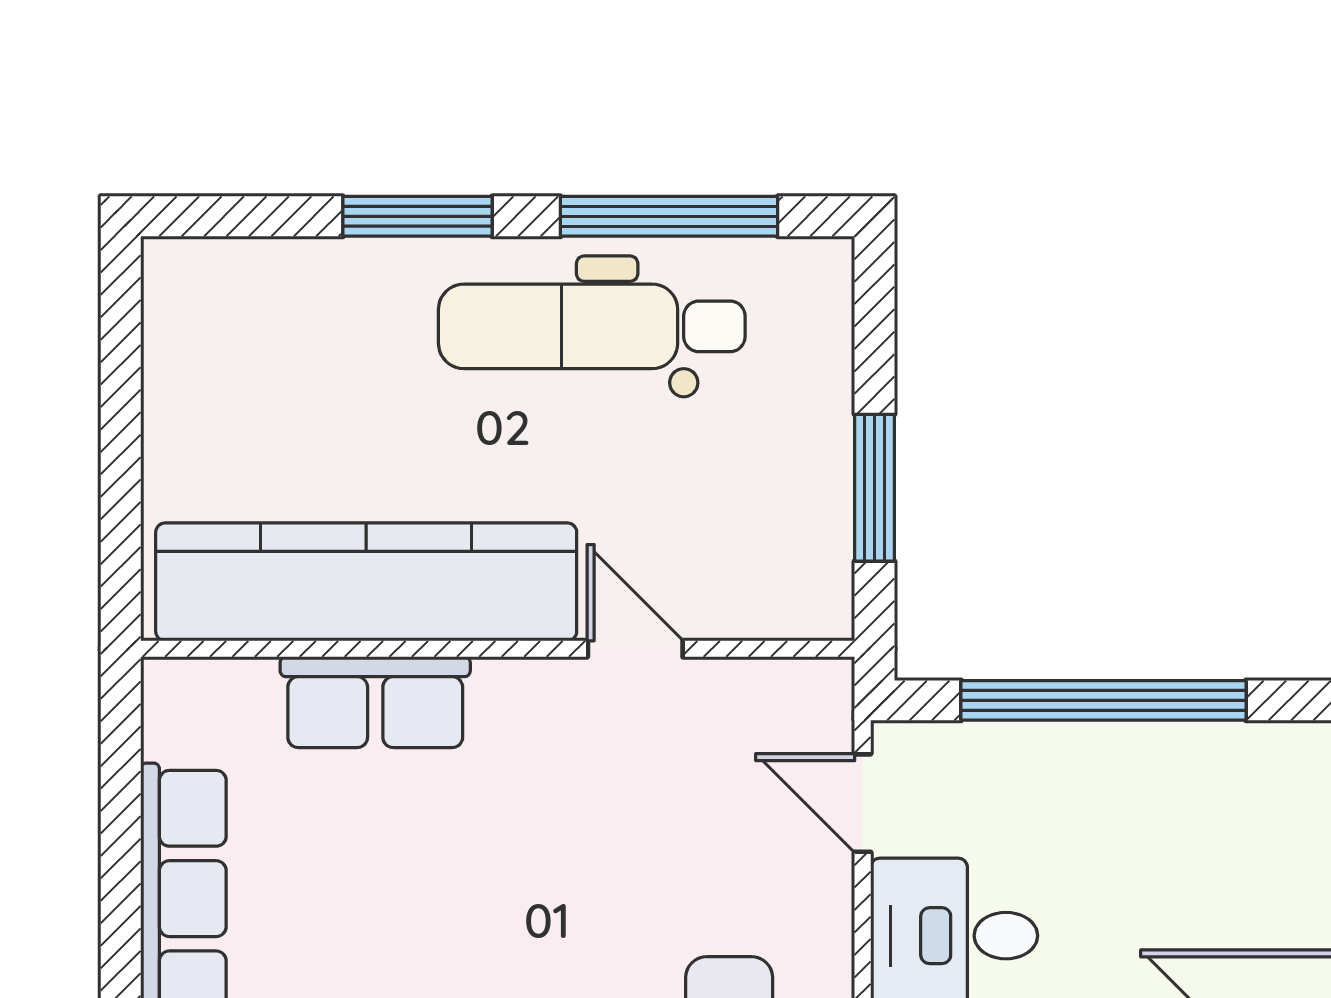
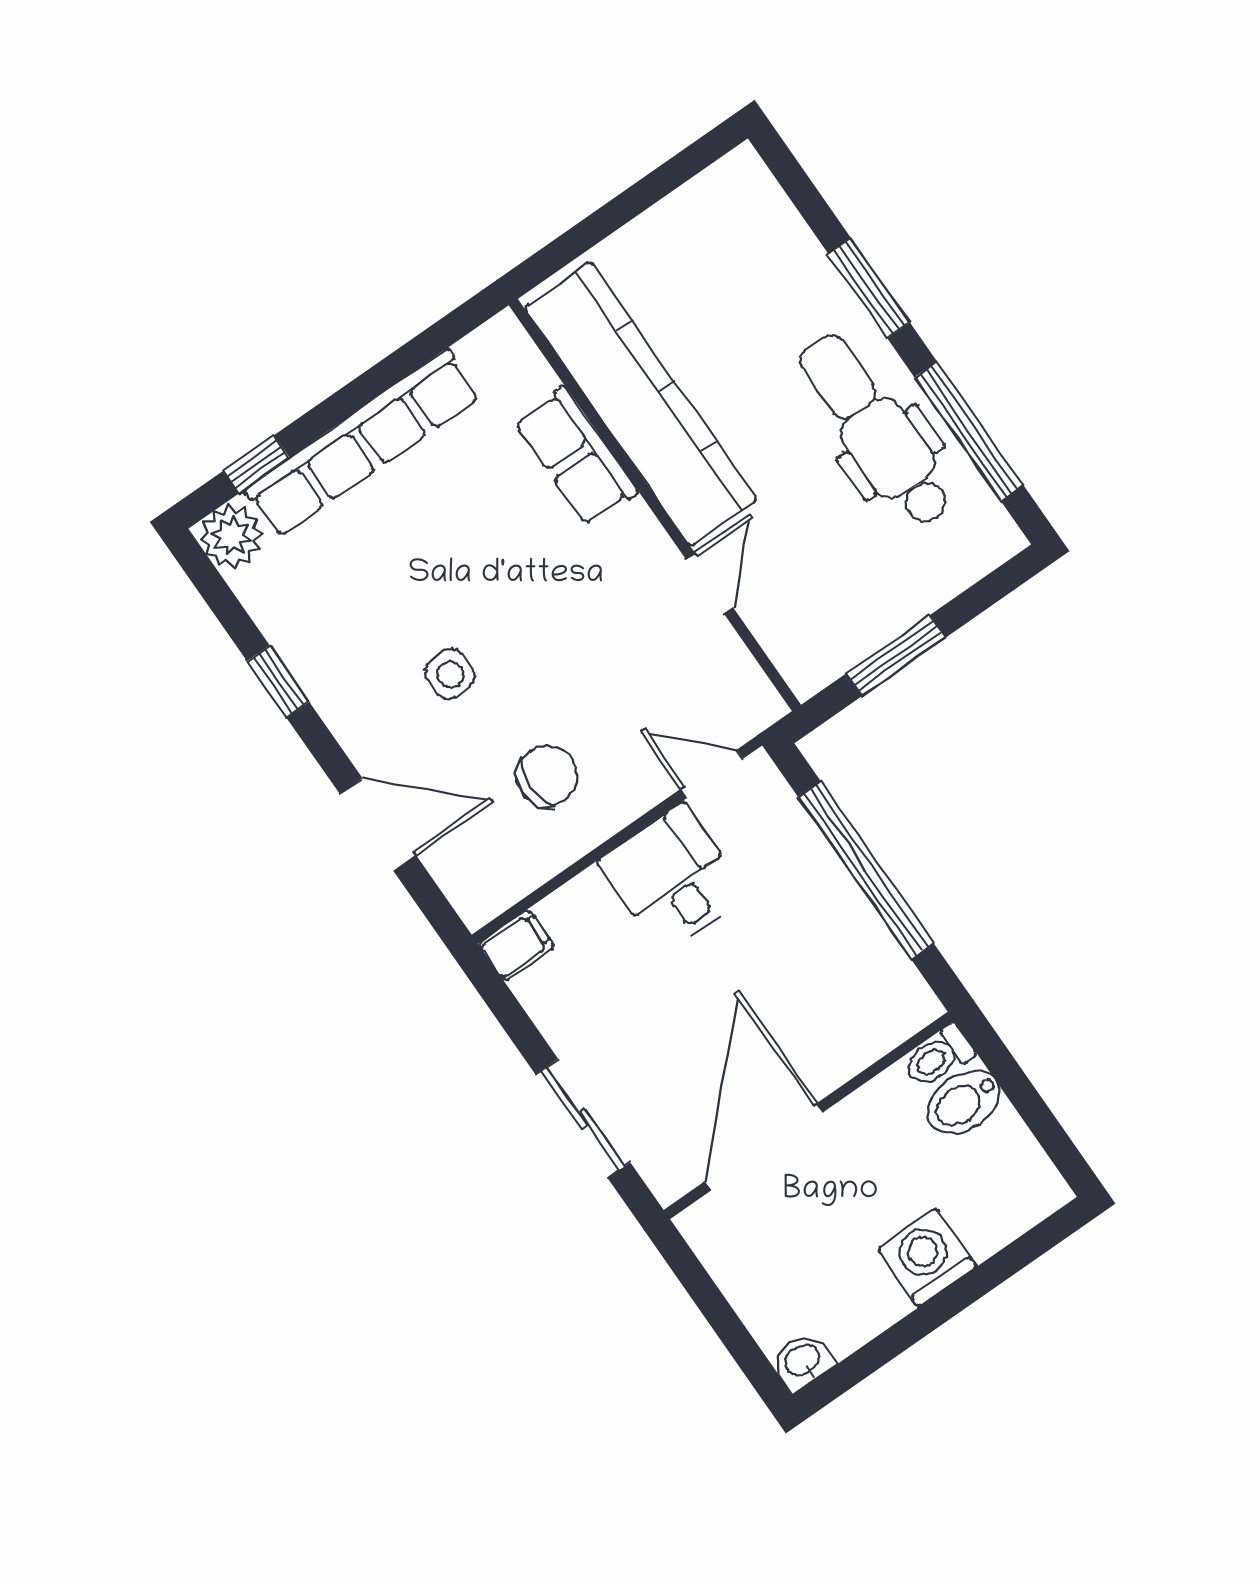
door: (863, 803) -> (712, 774), hinge flipped

